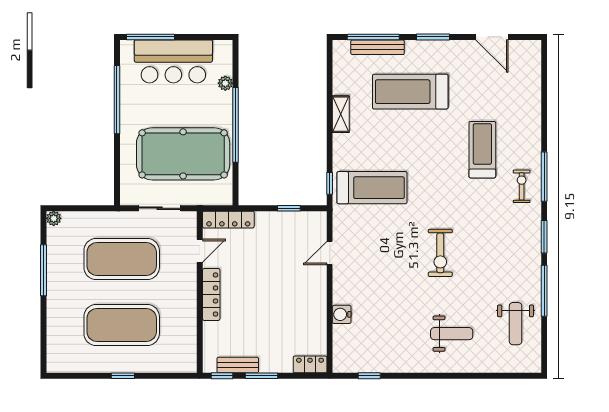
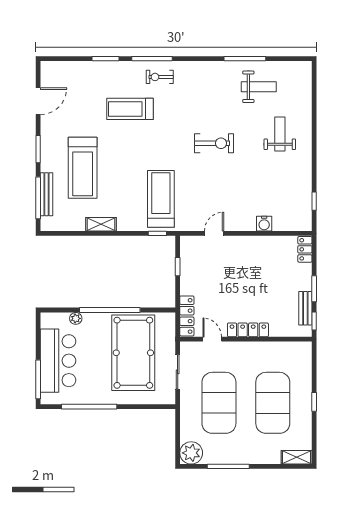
plant: (54, 218) -> (191, 453), width x1.88, depth x1.88
window: (544, 237) -> (105, 59), moved
door: (330, 253) -> (214, 233), swing flipped
weight bench: (516, 324) -> (259, 87), moved
shelving: (55, 354) -> (297, 457), added

